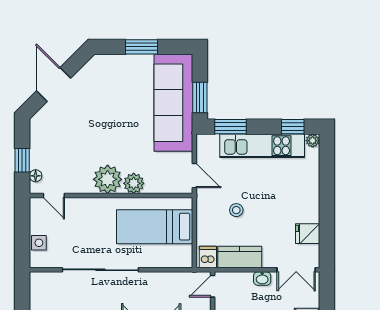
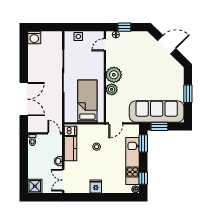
fridge: (308, 234) -> (96, 186), moved

